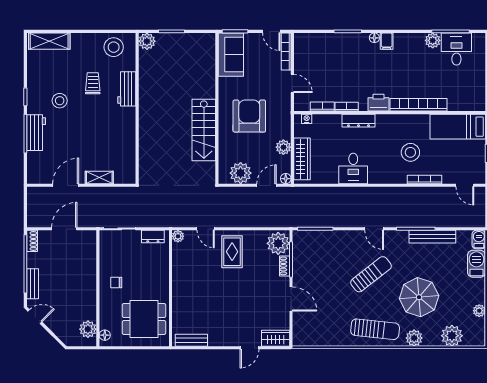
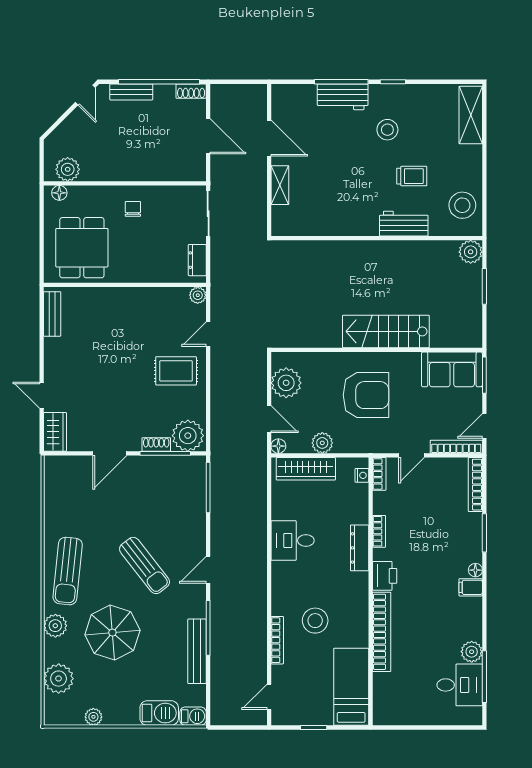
bookcase: (313, 38) -> (475, 485), added
bookcase: (322, 107) -> (379, 474), moved
stairs: (204, 130) -> (386, 331), moved

